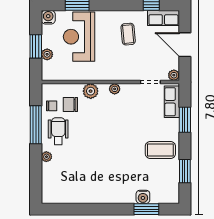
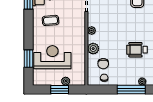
water cooler: (48, 17) -> (38, 80), removed
reception desk: (79, 37) -> (52, 57), turned 180
window: (36, 125) -> (131, 90), moved
wheelchair: (58, 131) -> (137, 50), moved

